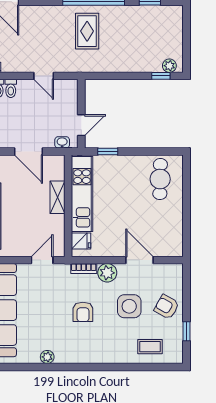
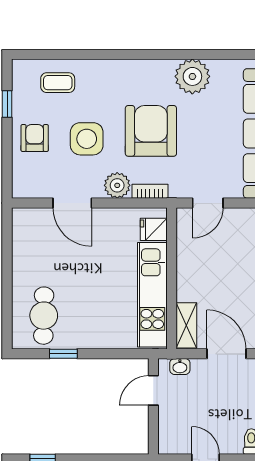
window: (108, 152) -> (63, 354), moved
shelving: (57, 197) -> (186, 325), moved
armchair: (167, 307) -> (35, 138), turned -119
armchair: (83, 312) -> (151, 131), width x1.88, depth x1.88
plant: (47, 357) -> (192, 76), width x1.88, depth x1.88

